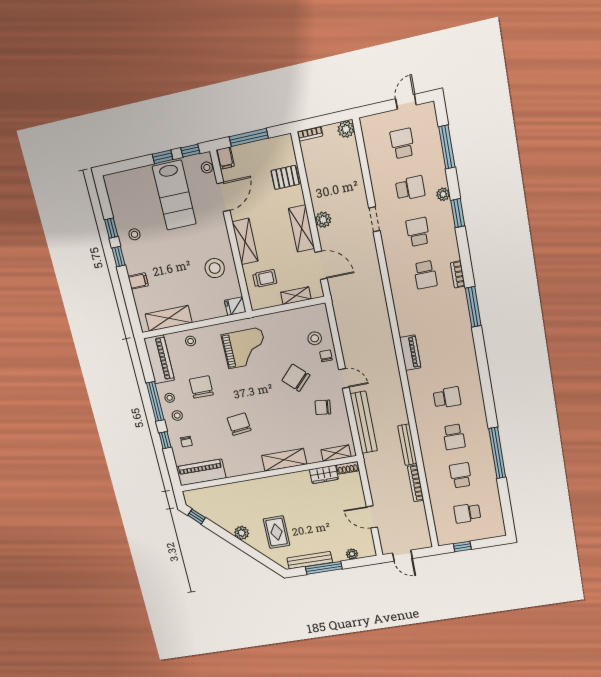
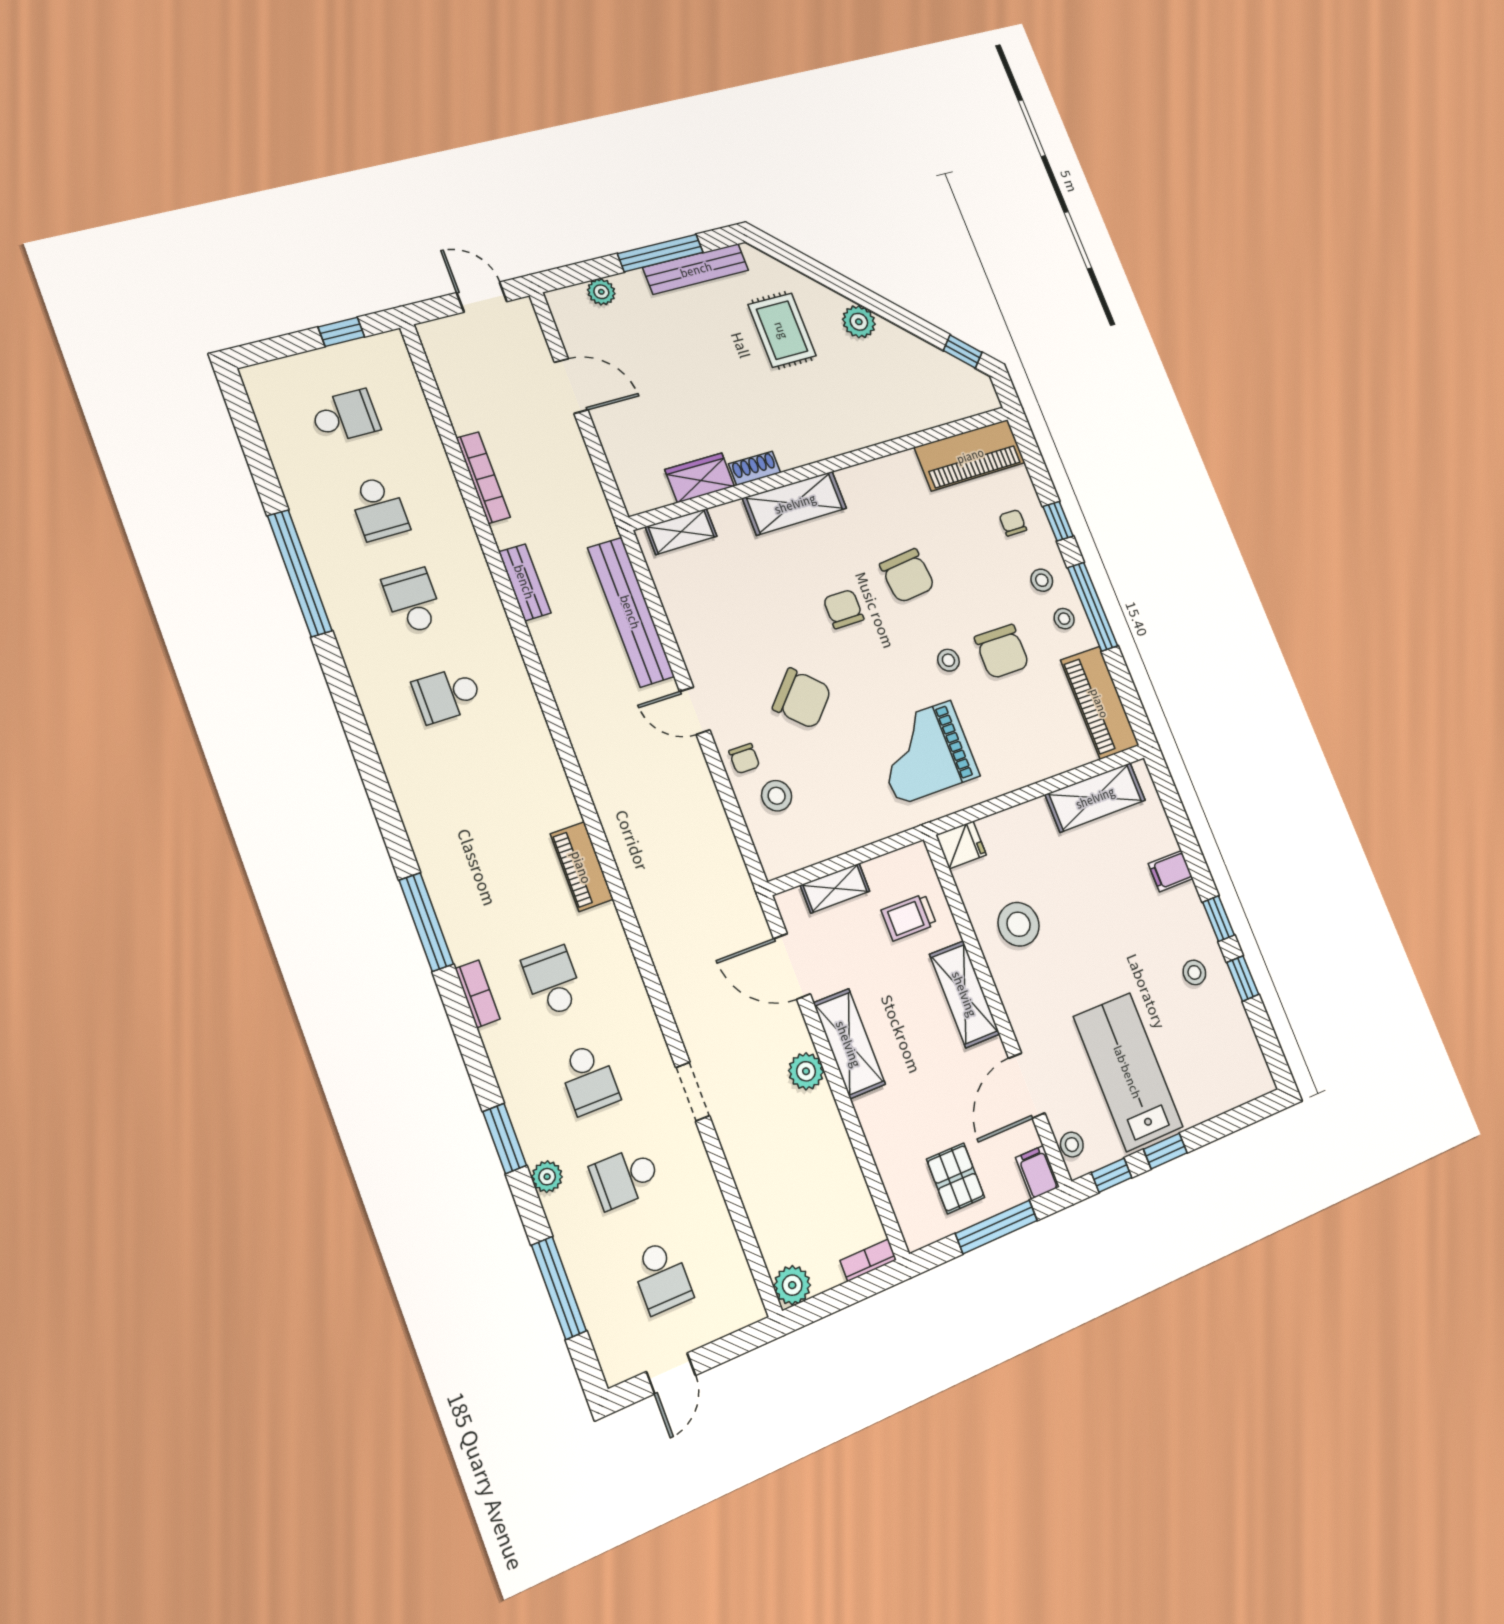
pallet: (285, 177) -> (956, 1178), moved, turned 90
stool: (191, 341) -> (948, 660), moved
piano: (410, 353) -> (582, 867), moved
chair: (323, 407) -> (844, 609), moved, turned -97
bench: (407, 445) -> (525, 582), width x0.73
shoe rack: (348, 468) -> (755, 468), moved

